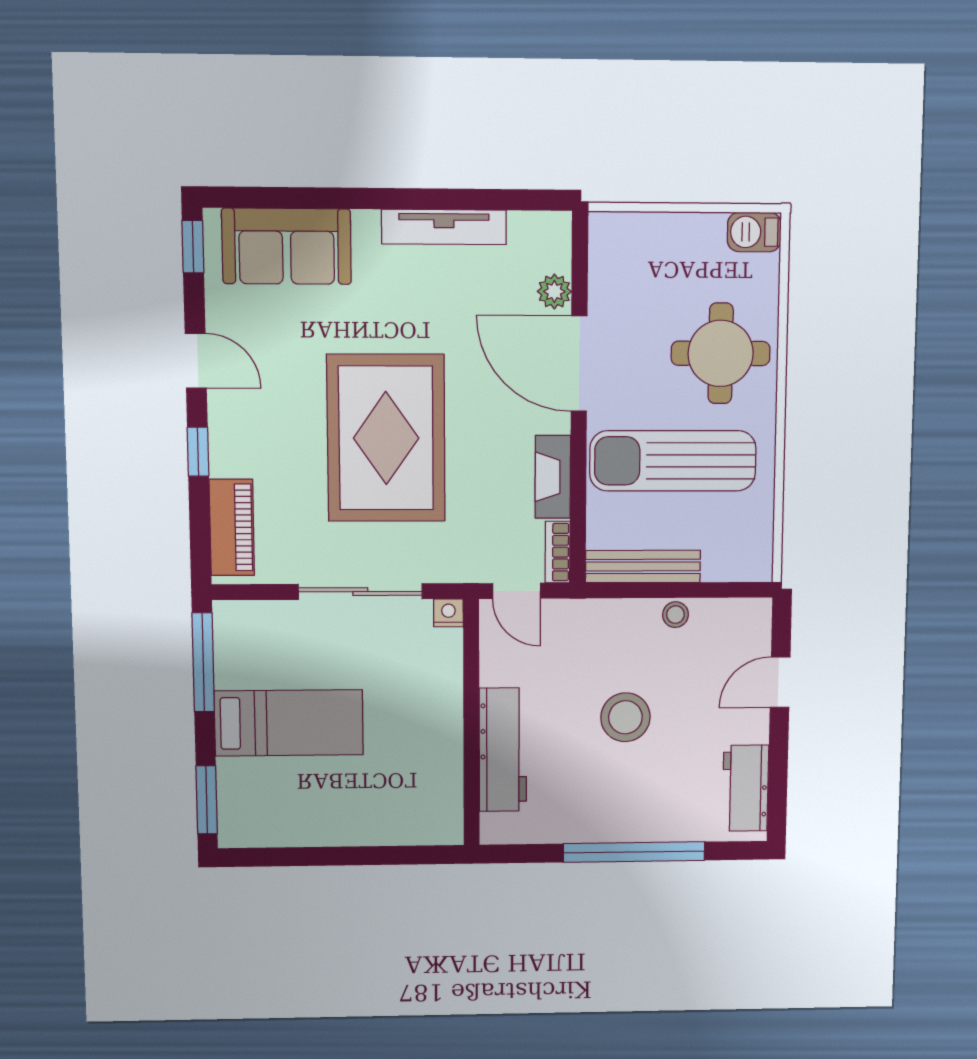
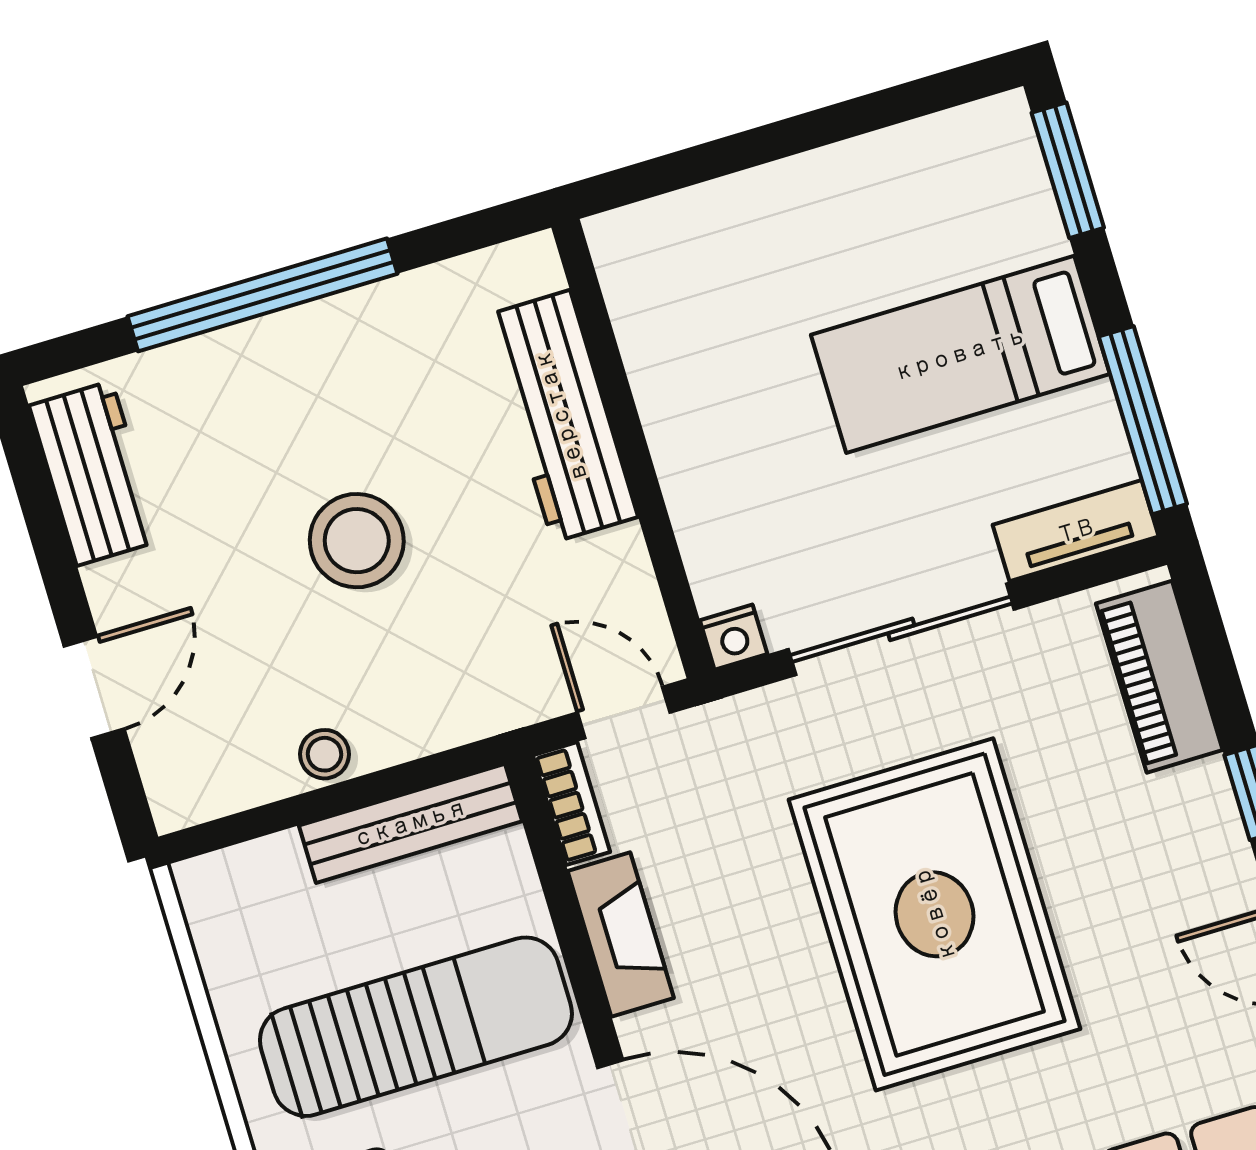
tv unit: (255, 616) -> (1076, 531), added

